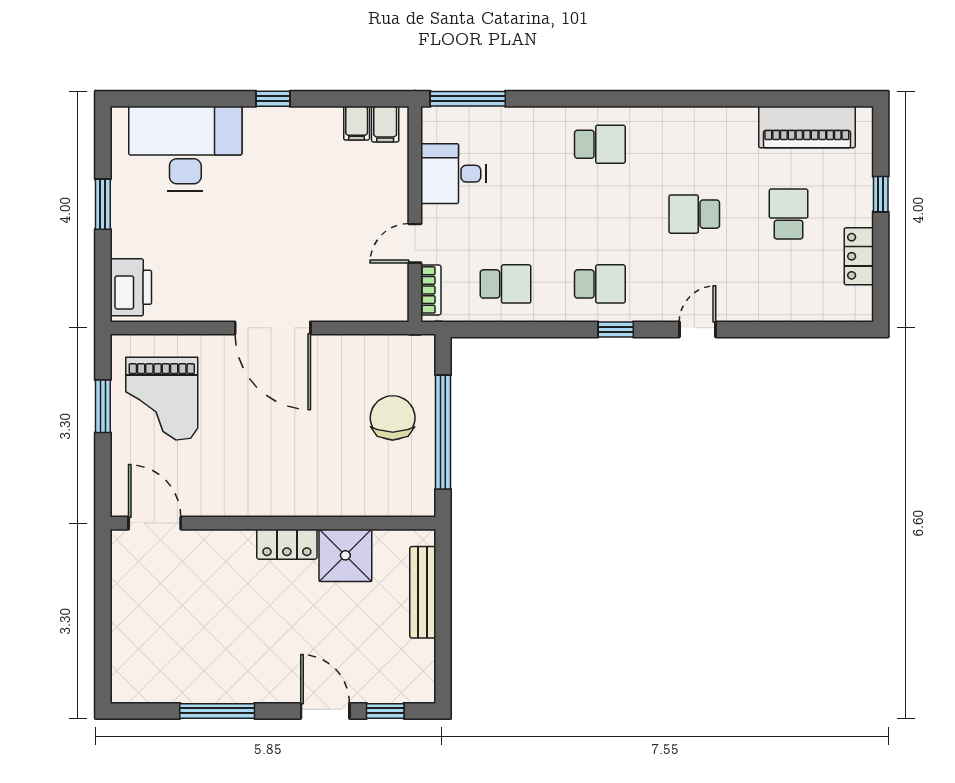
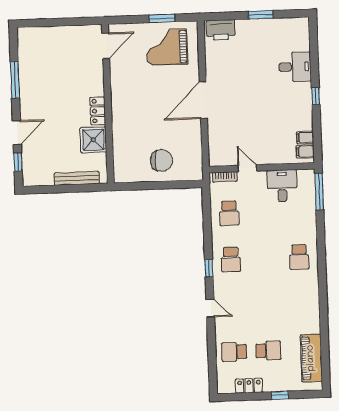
desk: (185, 148) -> (295, 67), width x0.53, depth x0.77
school desk: (694, 214) -> (234, 352), moved, turned -90
window: (443, 432) -> (155, 185), removed

